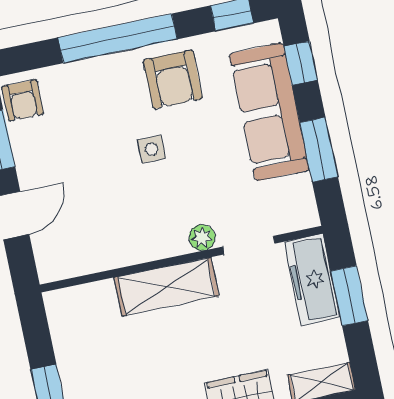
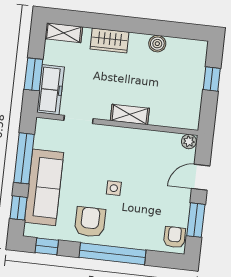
window: (319, 150) -> (24, 158), width x1.44
plant: (202, 238) -> (189, 141), moved
shelving: (166, 287) -> (130, 114), width x0.67, depth x0.75

